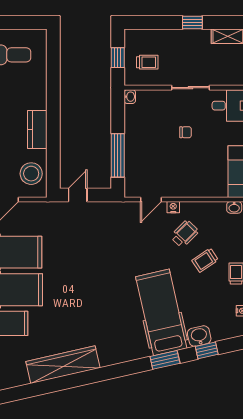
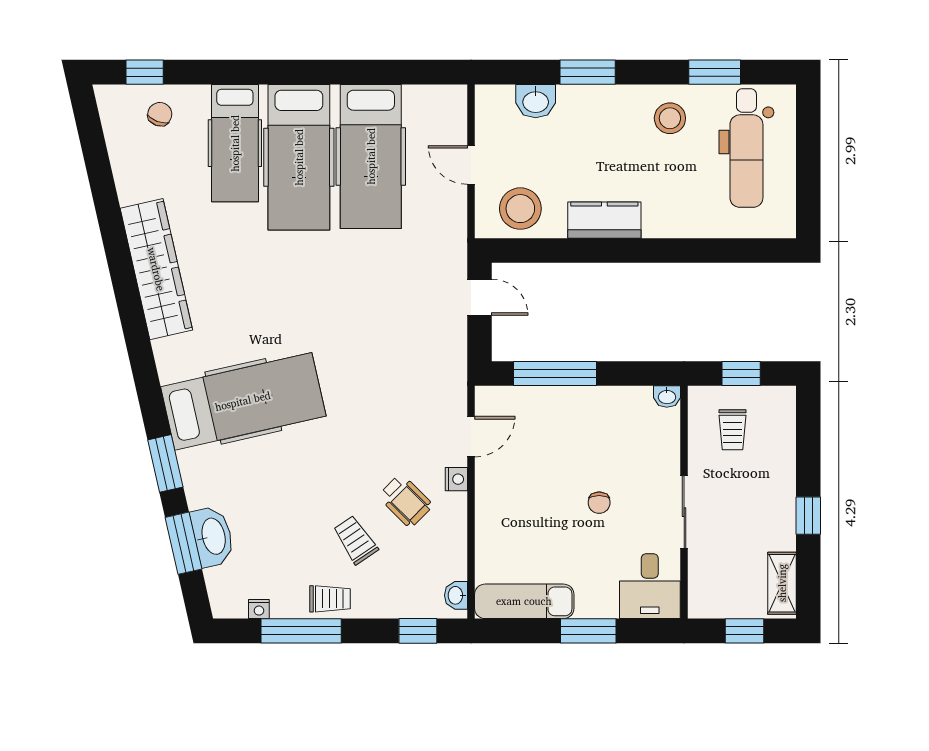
door: (151, 199) -> (471, 437), swing flipped
hospital bed: (161, 312) -> (243, 401), moved
washbasin: (199, 336) -> (213, 536), width x1.38
window: (207, 350) -> (184, 543), width x1.50

